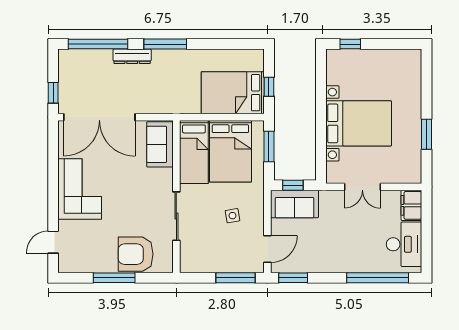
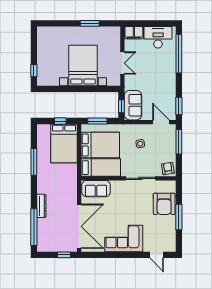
window: (165, 44) -> (34, 162), moved
armchair: (192, 260) -> (168, 169), added

